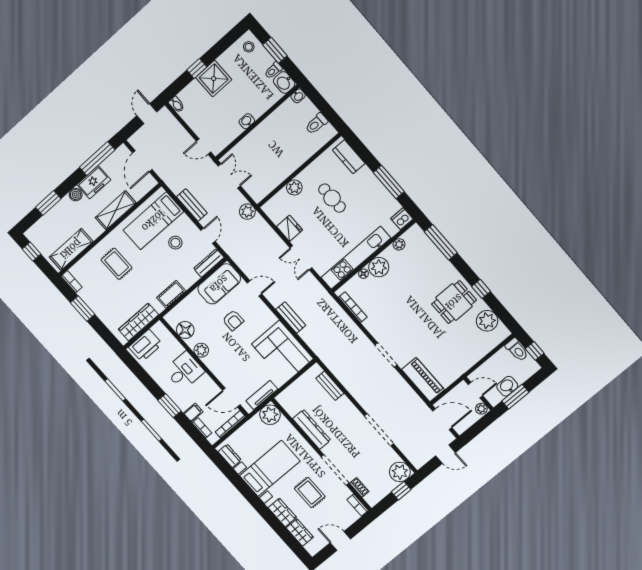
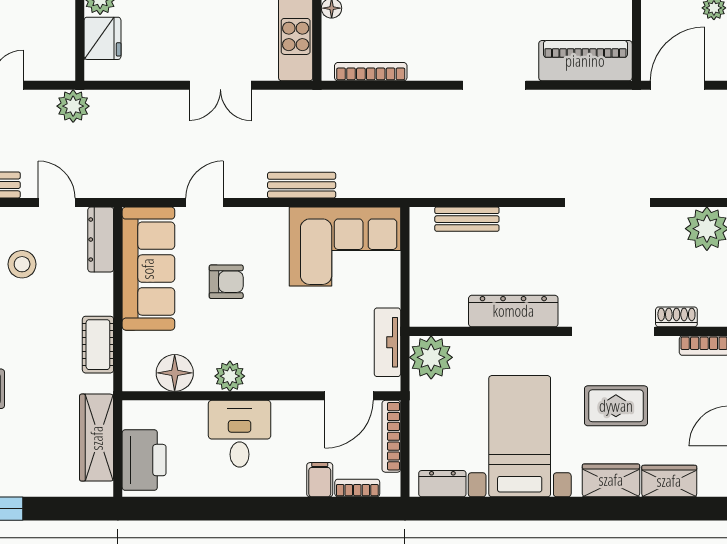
fridge: (290, 228) -> (102, 38), moved, turned 90
sofa: (219, 284) -> (148, 269), width x1.36
window: (170, 406) -> (275, 509), removed

